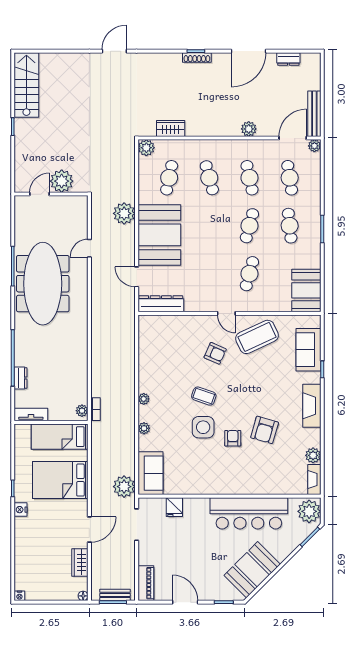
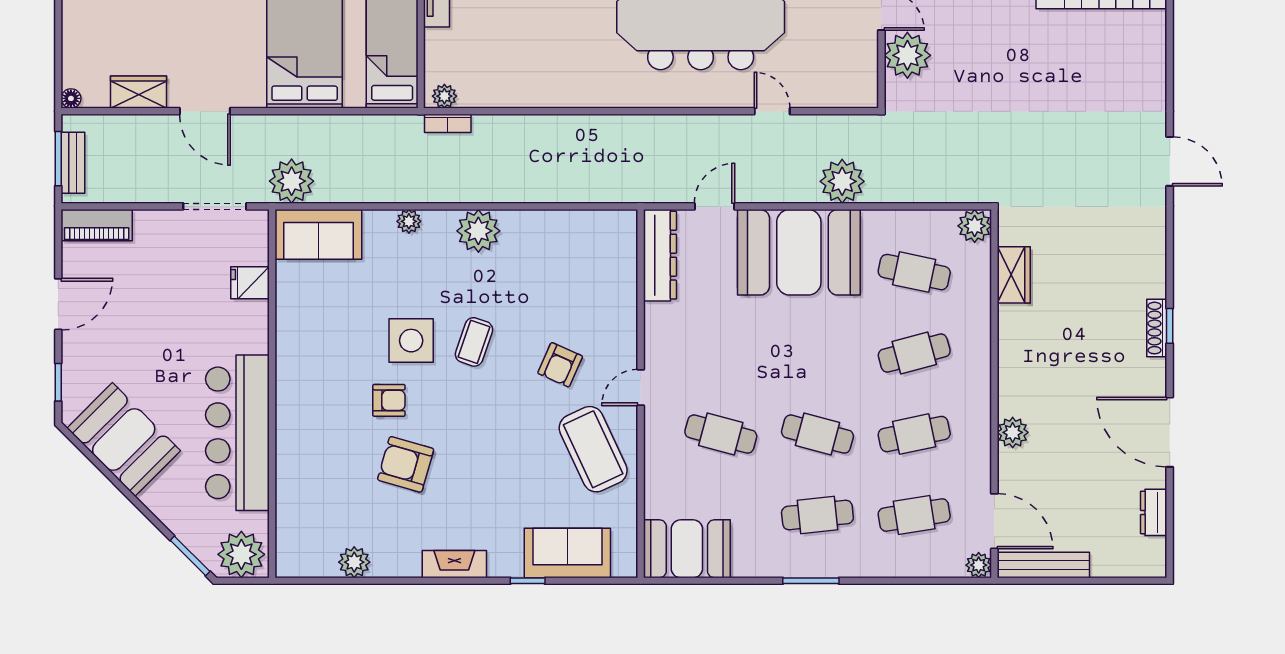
plant: (144, 399) -> (478, 231), width x1.88, depth x1.88
fireplace: (312, 406) -> (454, 564), width x0.73, depth x0.76
fireplace: (314, 479) -> (306, 565), removed

